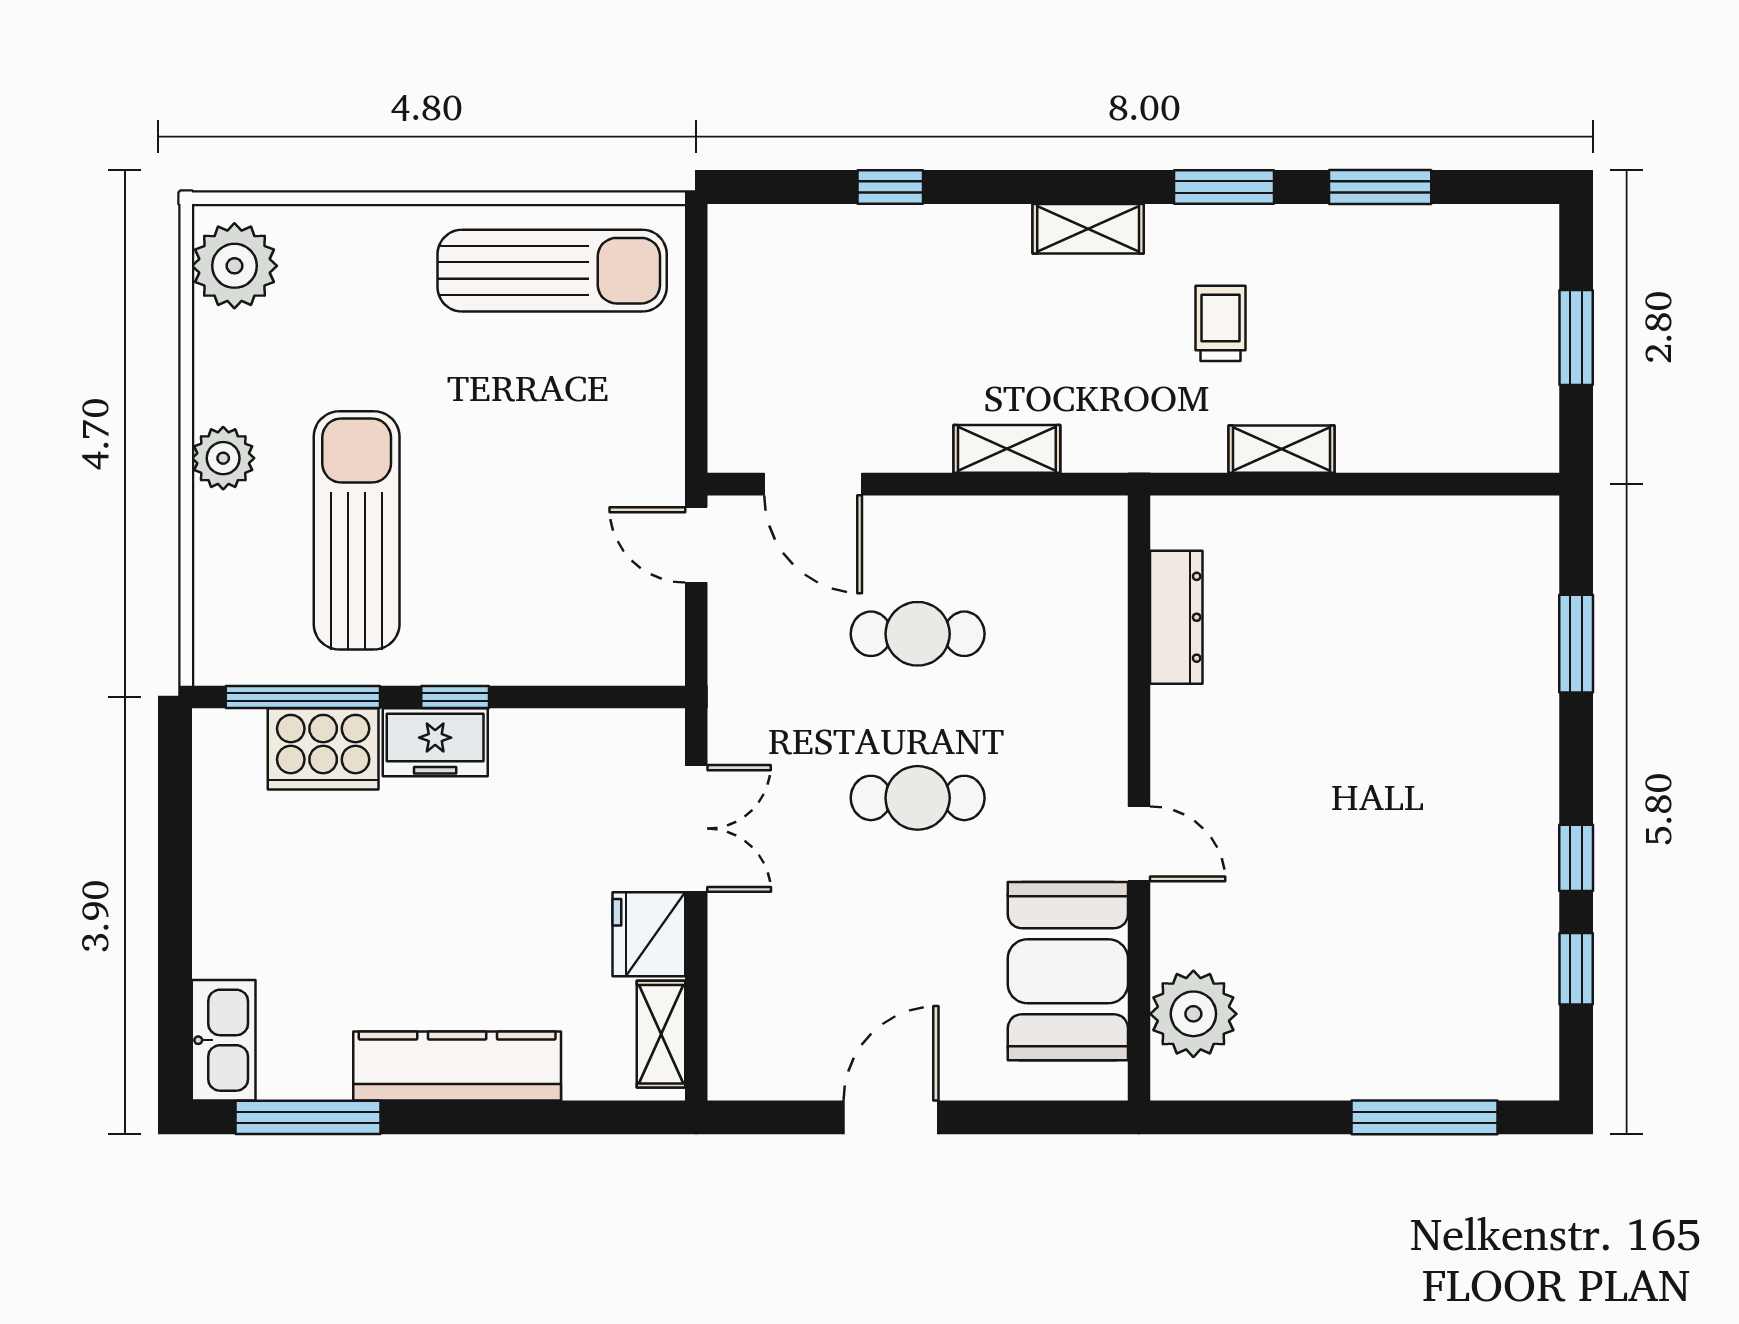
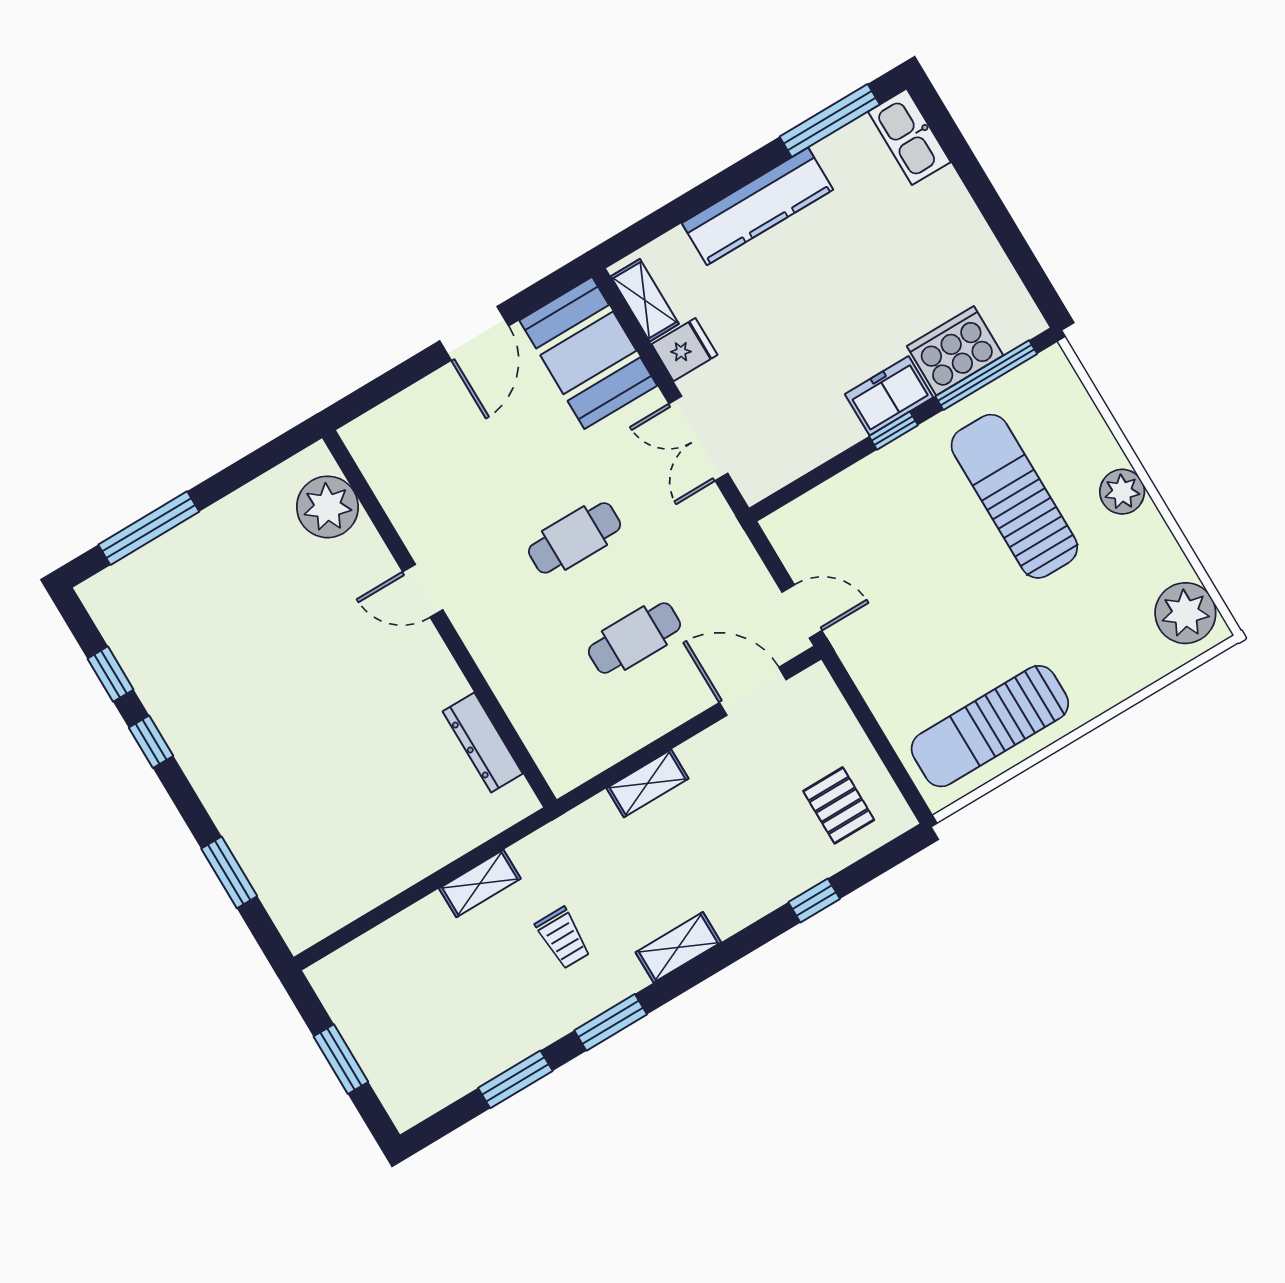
pallet: (792, 284) -> (839, 805), added
sun lounger: (357, 530) -> (1014, 496), turned 180
fridge: (649, 934) -> (684, 350), width x0.72
booth: (1068, 971) -> (588, 353), moved

